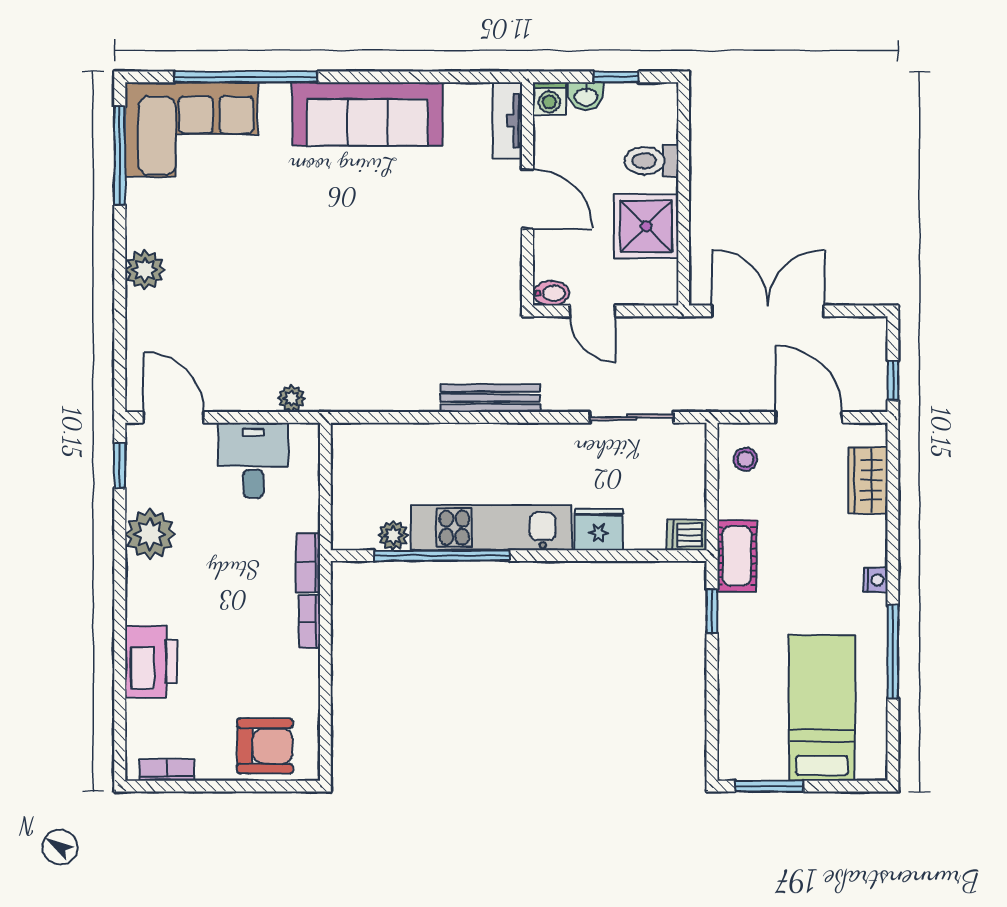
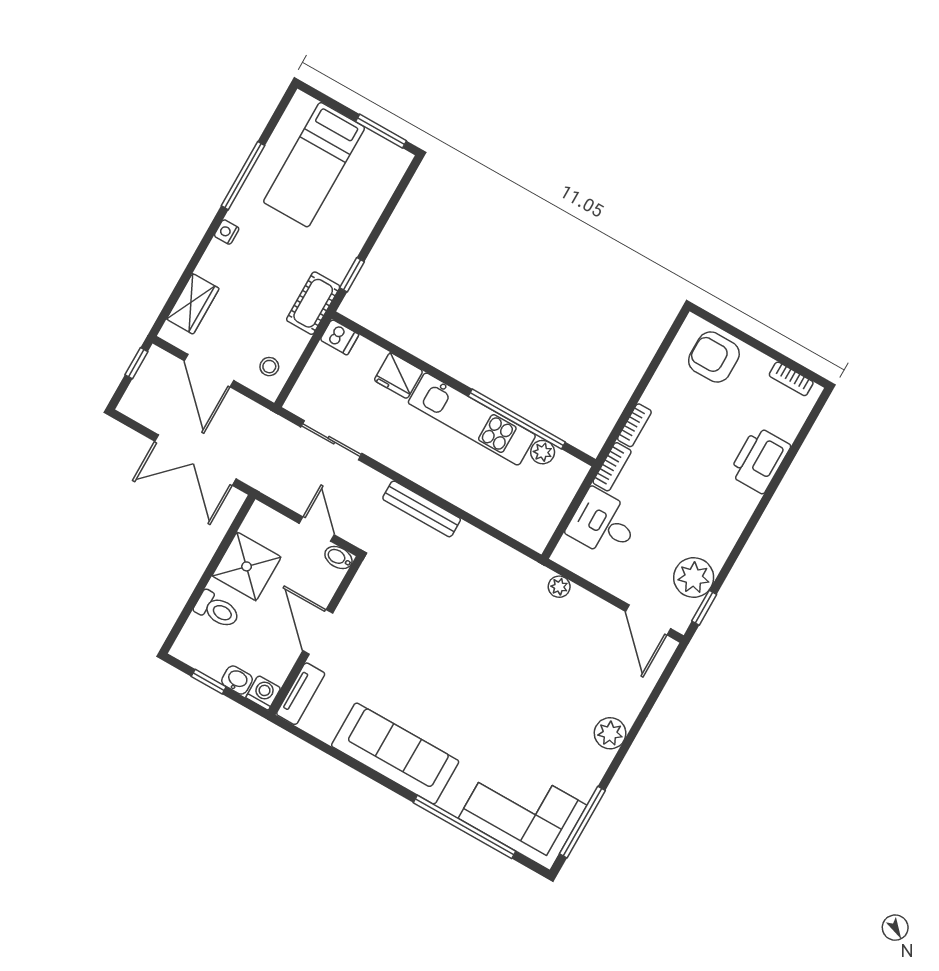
desk: (253, 460) -> (603, 524), moved, turned 90
plant: (150, 534) -> (694, 578), moved

